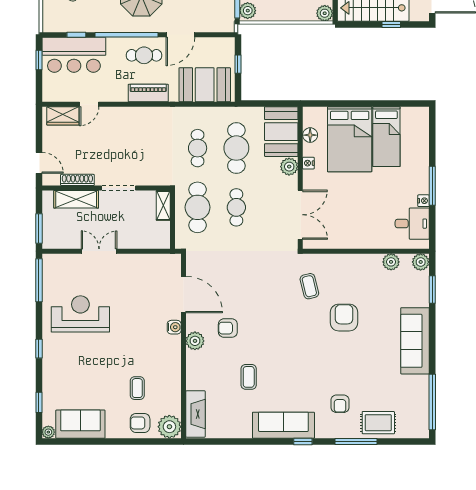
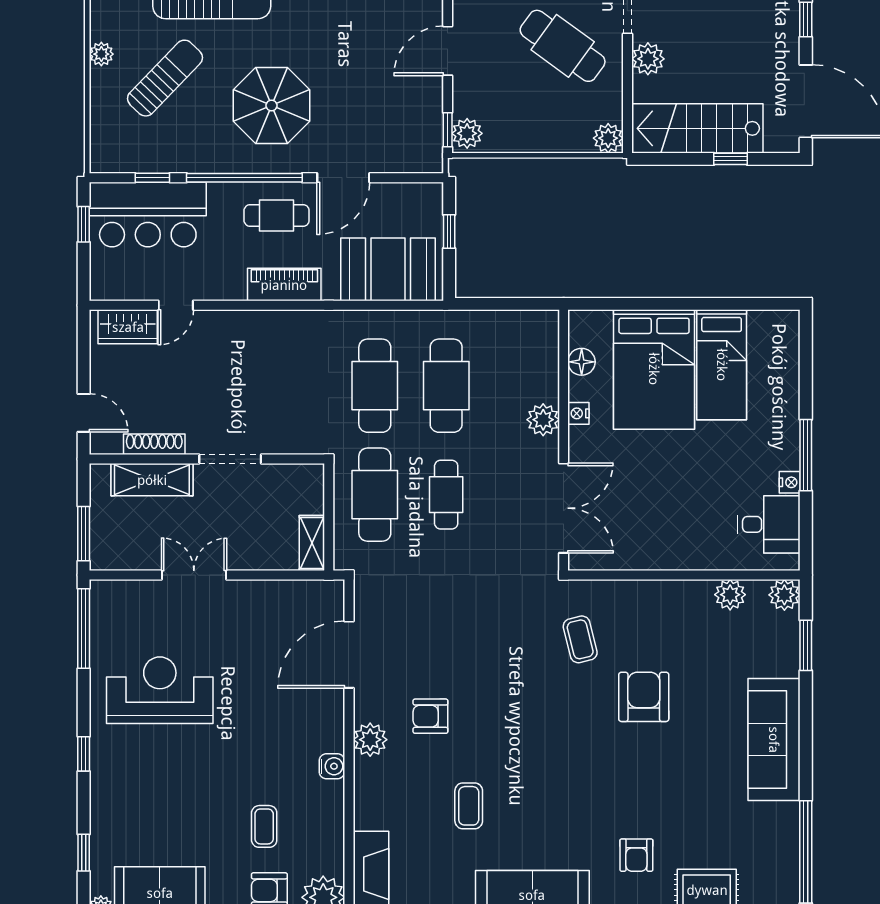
booth: (281, 132) -> (529, 355), removed
cafe table: (198, 148) -> (375, 386), width x1.37, depth x1.35
shelving: (163, 205) -> (312, 543), moved
door: (183, 295) -> (349, 655), swing flipped
water cooler: (174, 327) -> (332, 766), moved

